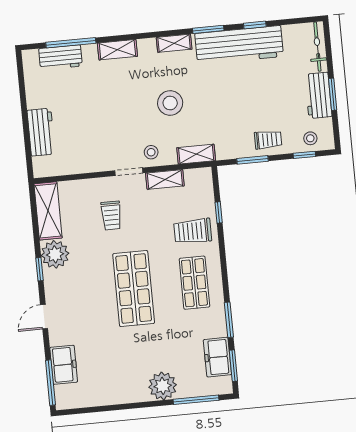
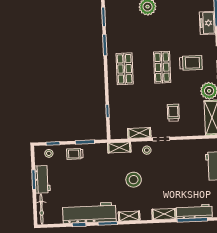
workbench: (61, 57) -> (194, 211), width x1.37
trolley: (193, 231) -> (191, 63), moved
shop shelf: (134, 289) -> (162, 67), width x0.70, depth x0.74
freezer: (217, 357) -> (113, 22), removed

